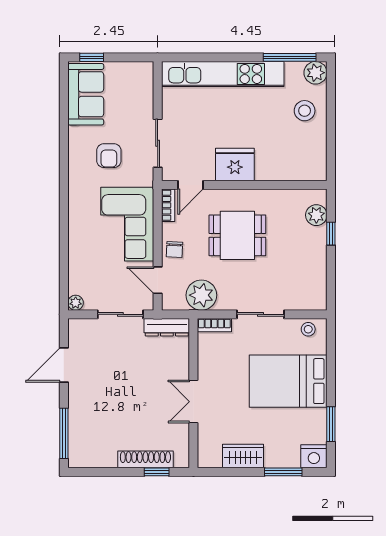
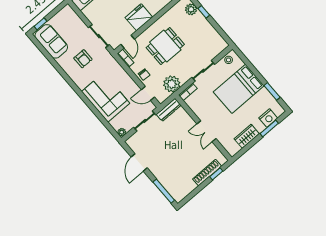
corner sofa: (127, 224) -> (106, 97), moved, turned 180
nightstand: (314, 456) -> (268, 118), moved

